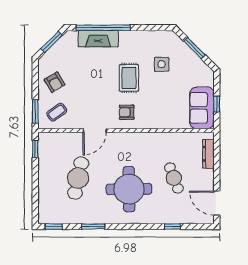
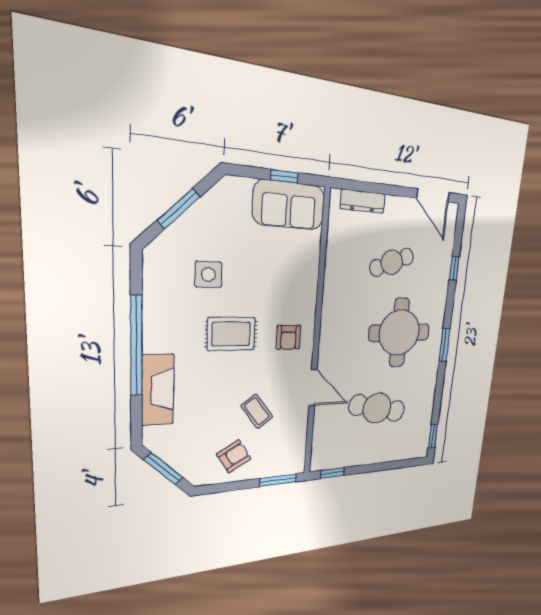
window: (103, 28) -> (136, 346), moved
coffee table: (57, 112) -> (257, 411), moved
door: (217, 203) -> (433, 195), hinge flipped
window: (93, 227) -> (444, 345), moved

